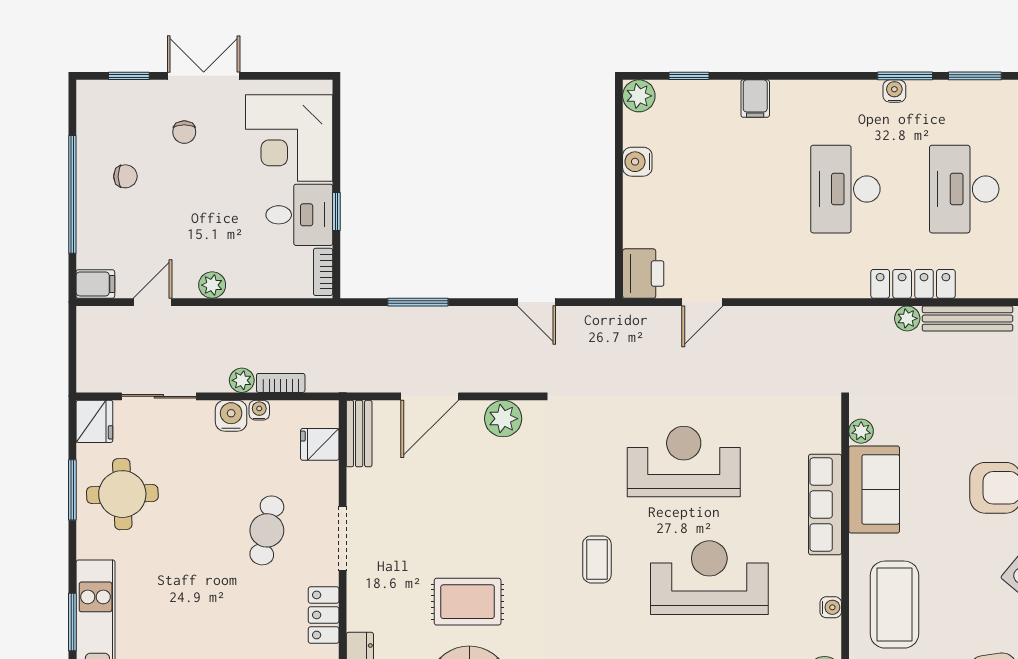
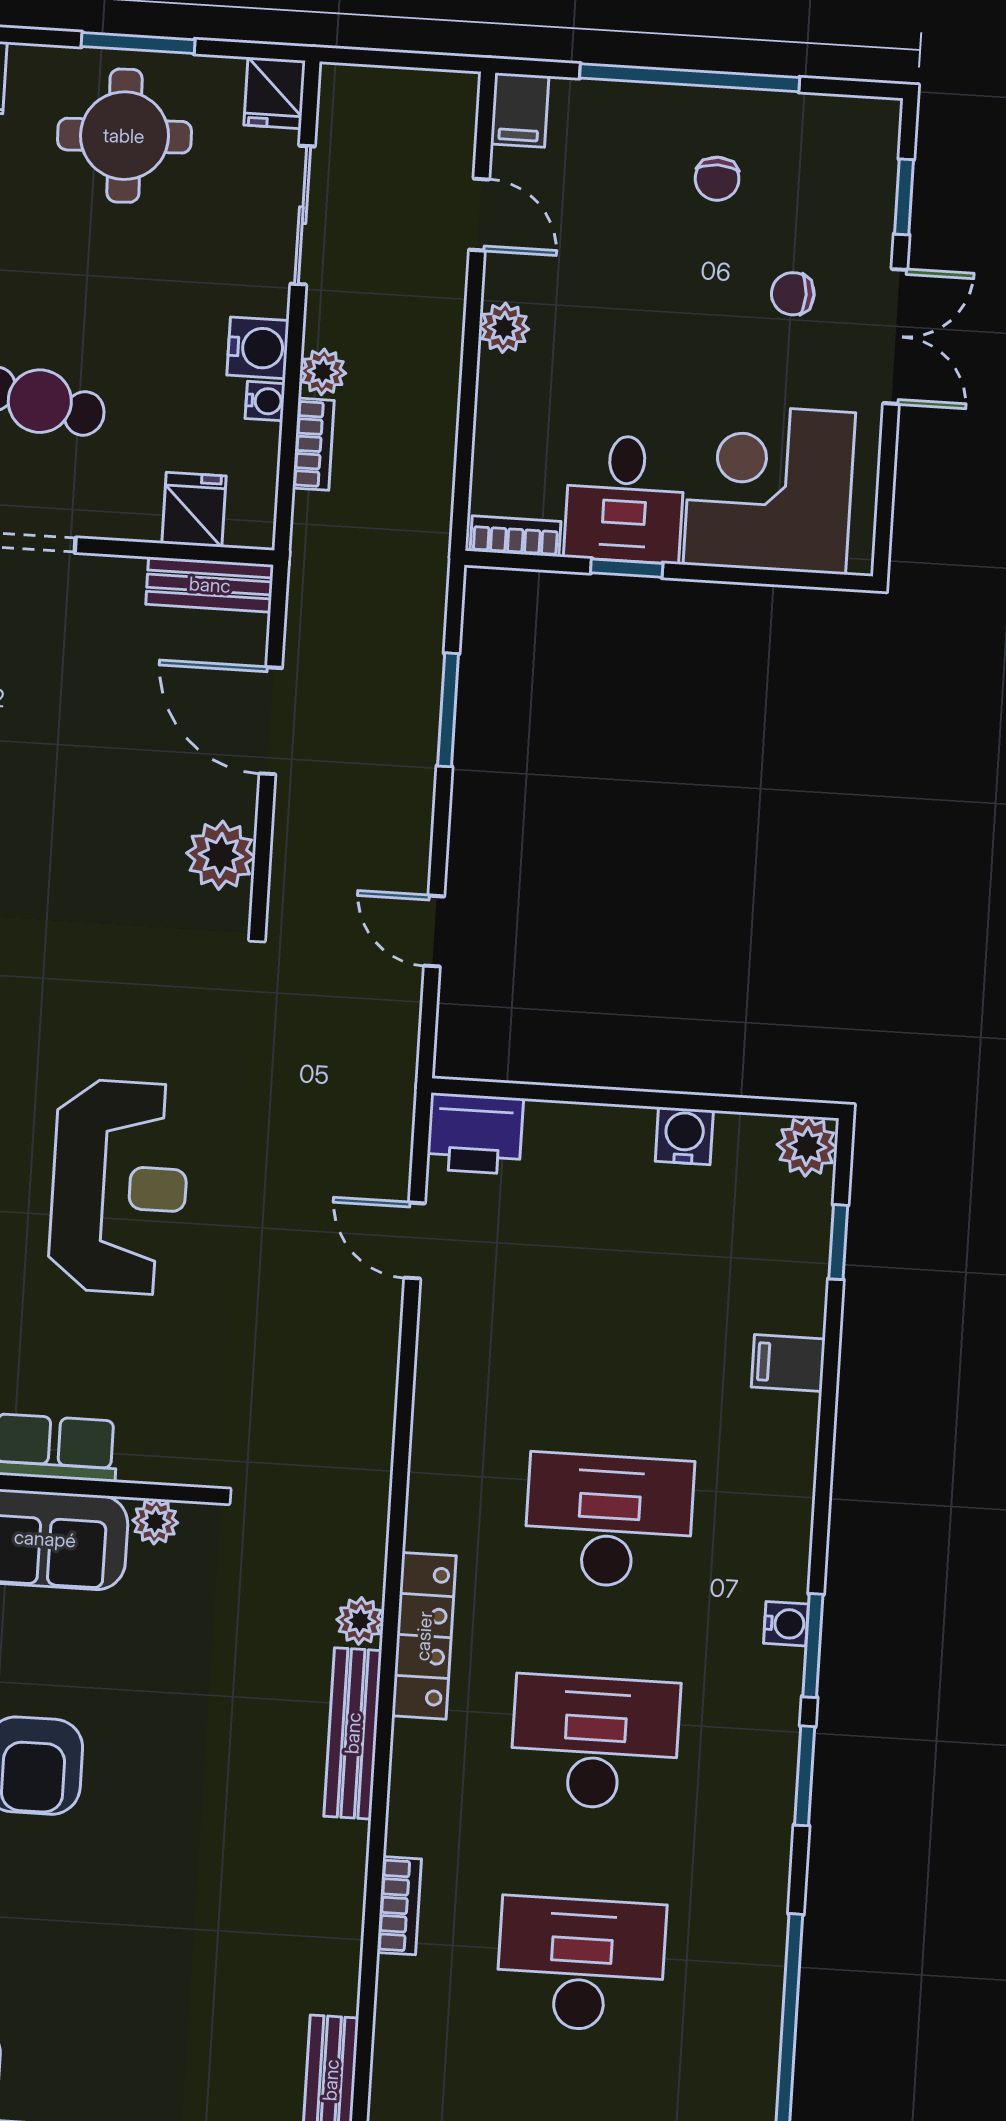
door: (537, 302) -> (434, 931), hinge flipped
fridge: (94, 421) -> (275, 93), width x0.72

